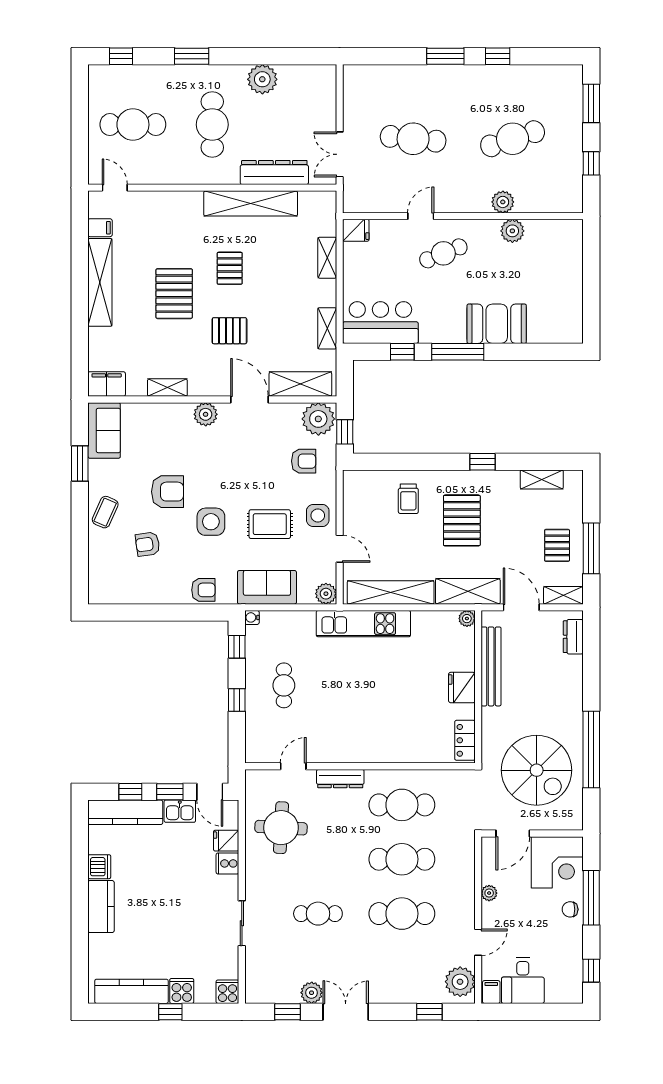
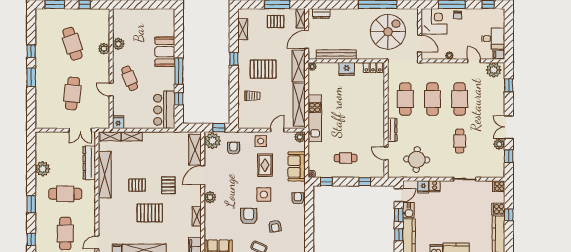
shelving: (327, 328) -> (110, 136), moved
window: (237, 700) -> (365, 182), moved

